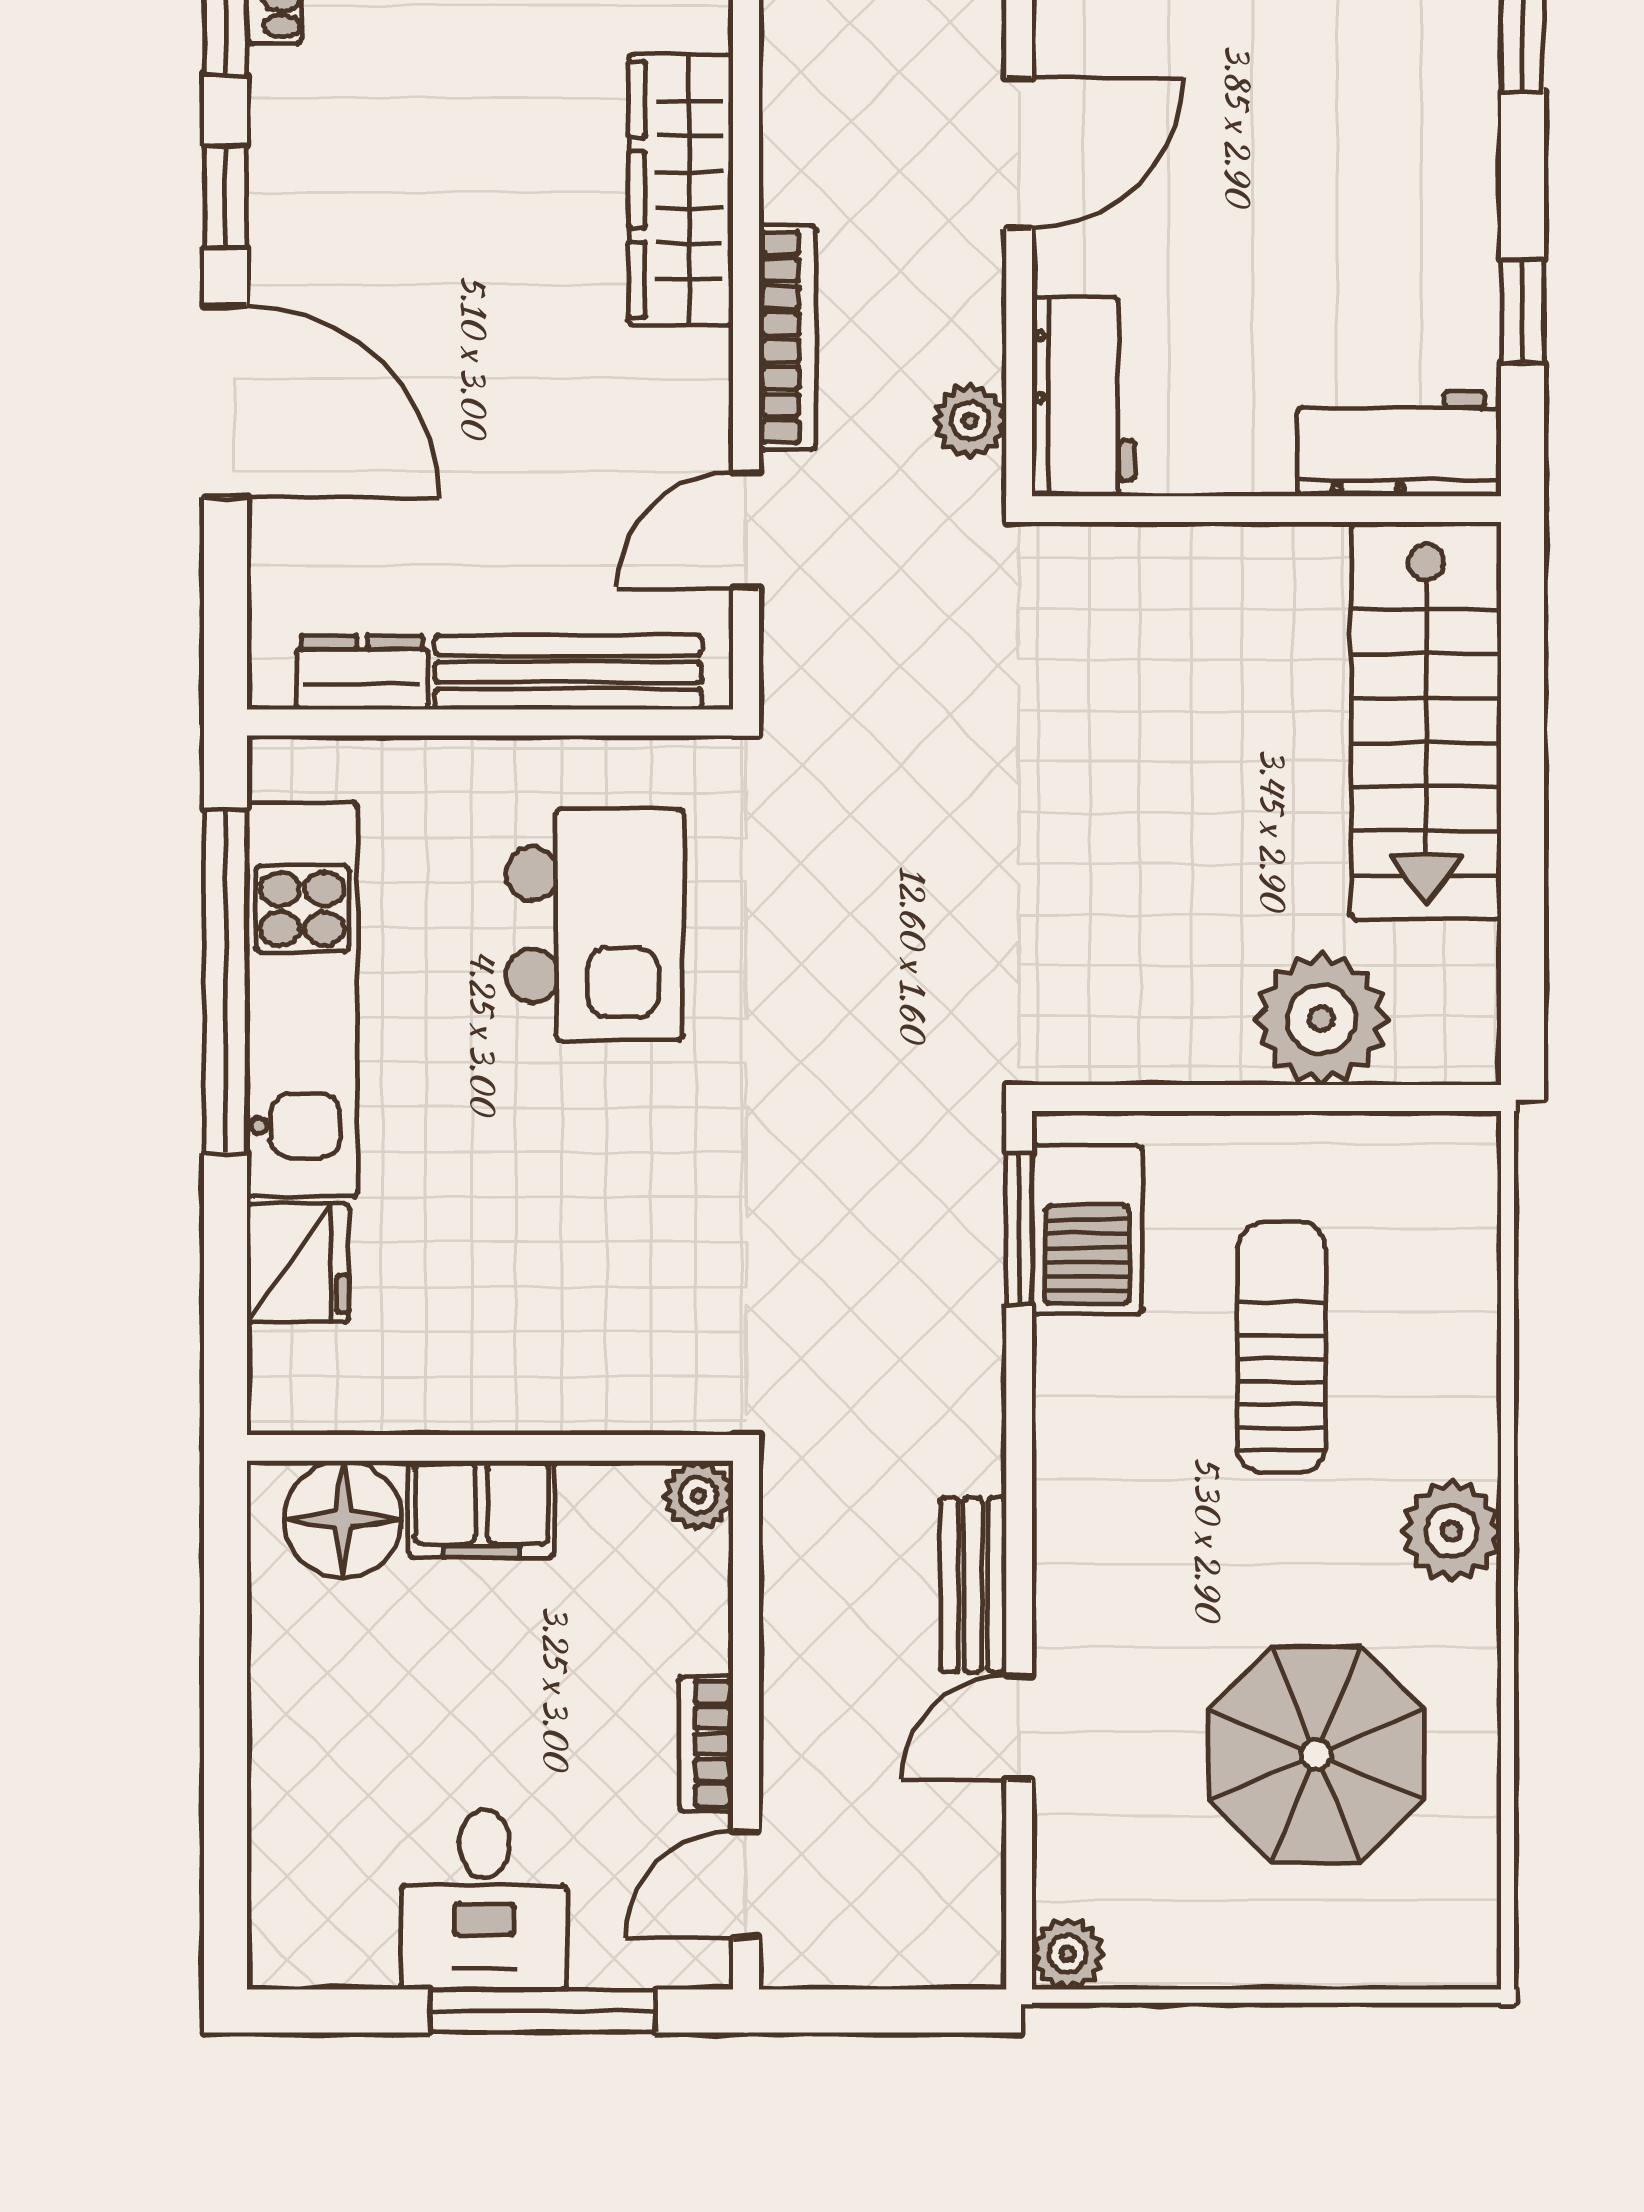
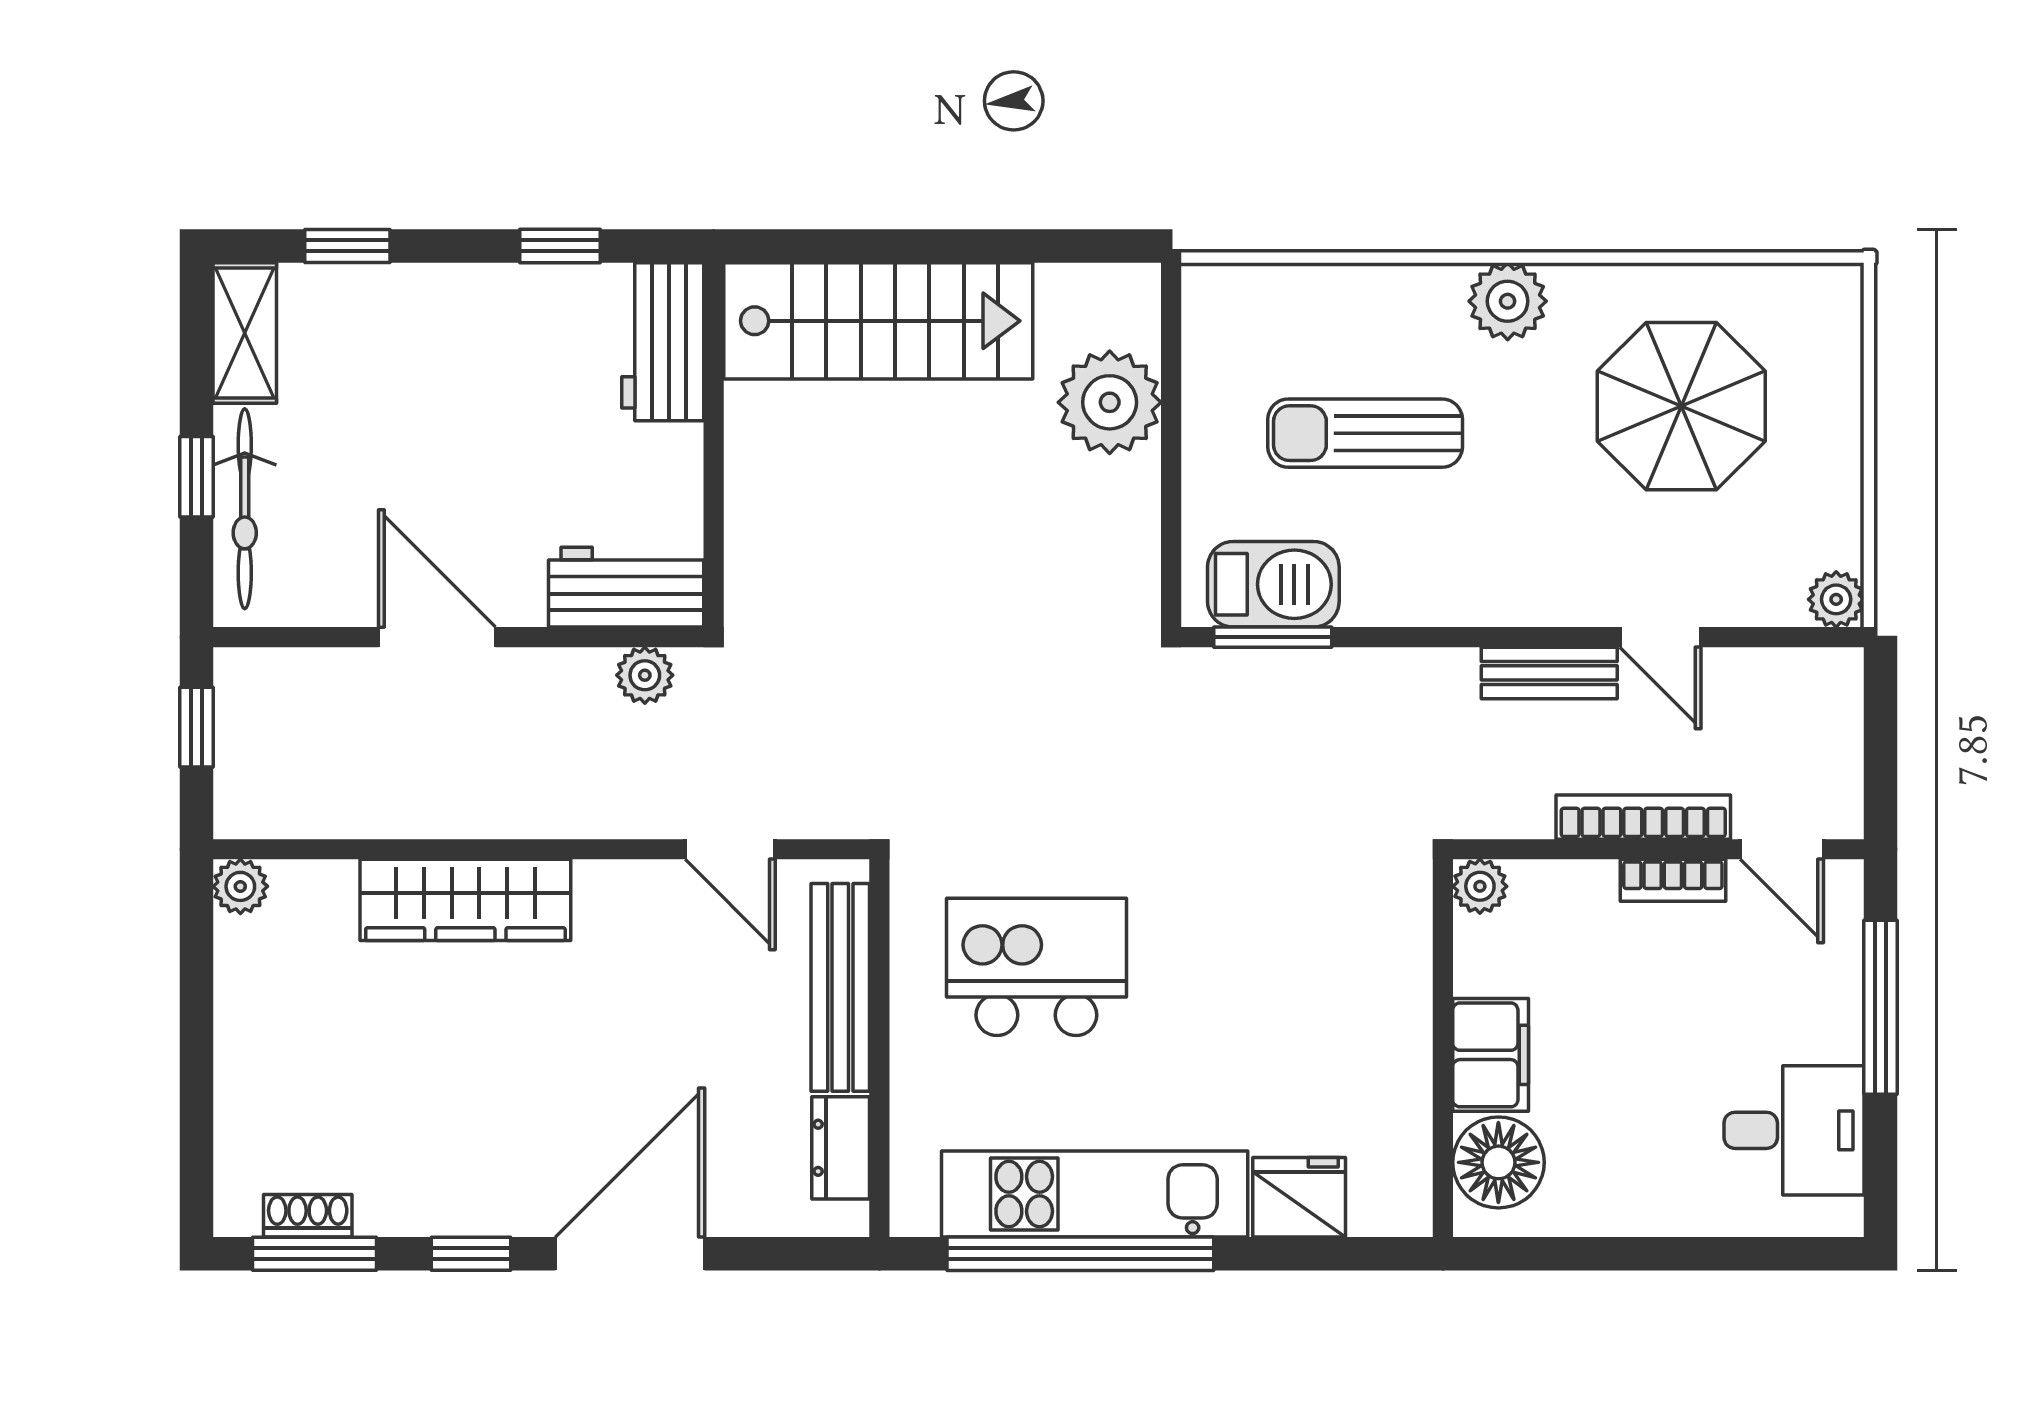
bookcase: (787, 338) -> (1643, 817), moved
desk: (484, 1900) -> (1794, 1130), moved

